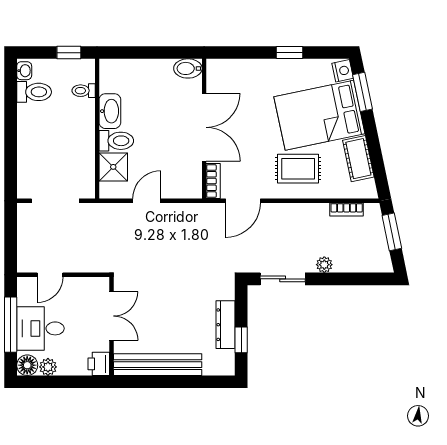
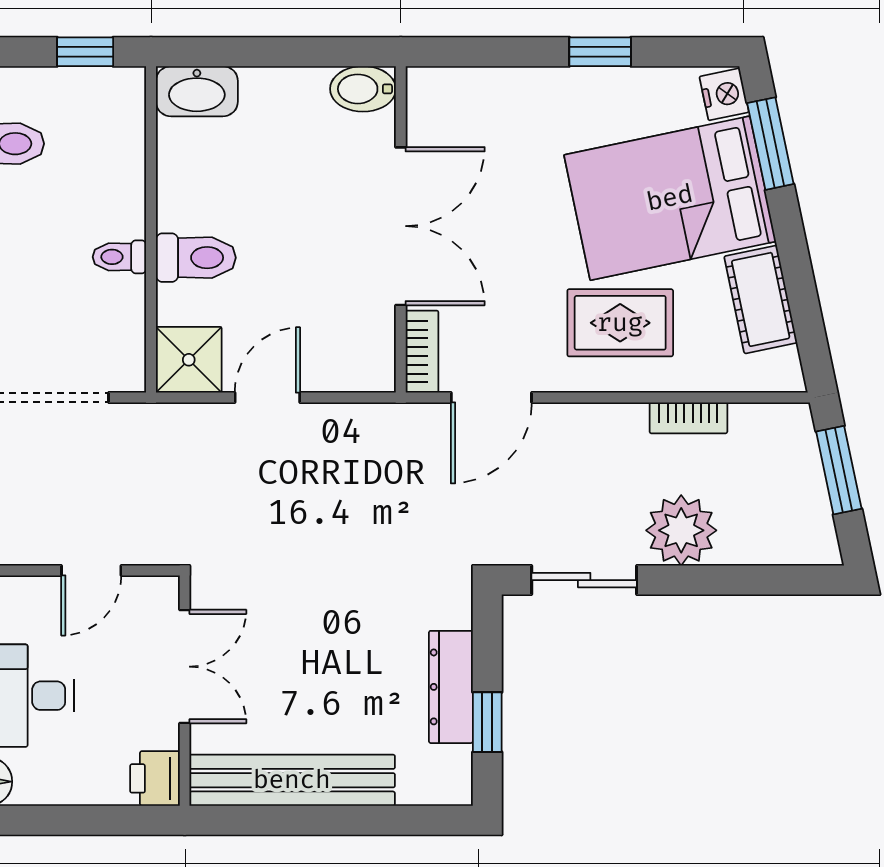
toilet: (84, 91) -> (119, 257), moved
washbasin: (110, 111) -> (197, 91), moved, turned 90
shower: (113, 167) -> (189, 360), moved
bookcase: (347, 209) -> (688, 418), moved
plant: (324, 265) -> (681, 530), width x1.88, depth x1.88
door: (50, 275) -> (91, 570), moved
plant: (48, 367) -> (36, 785), removed

